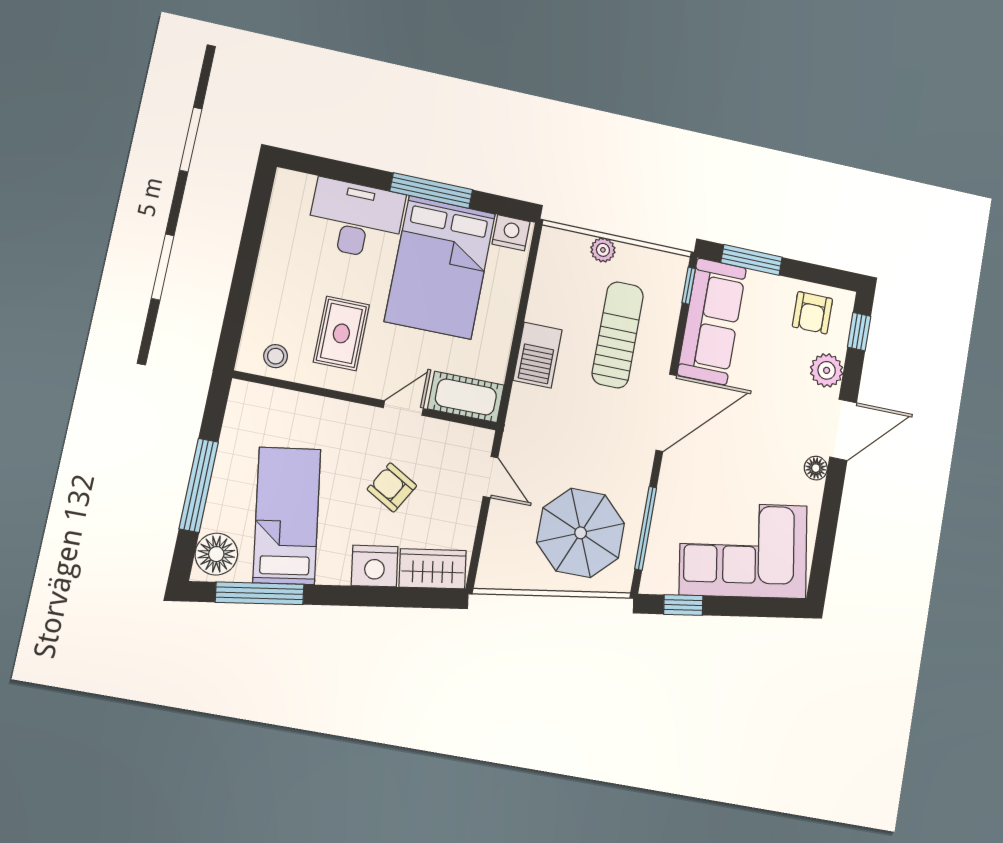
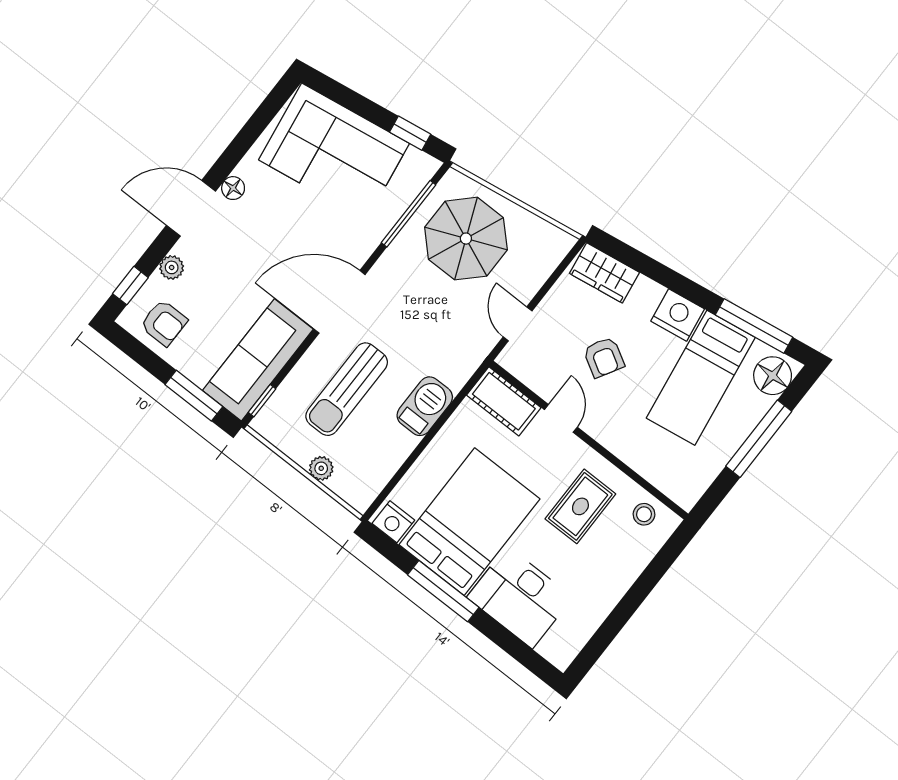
armchair: (812, 313) -> (164, 323), turned 90
plant: (827, 370) -> (172, 267), width x0.73, depth x0.73
door: (403, 408) -> (561, 418), swing flipped
nightstand: (375, 566) -> (678, 315), moved

